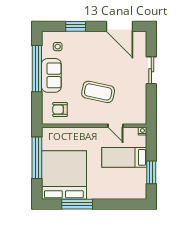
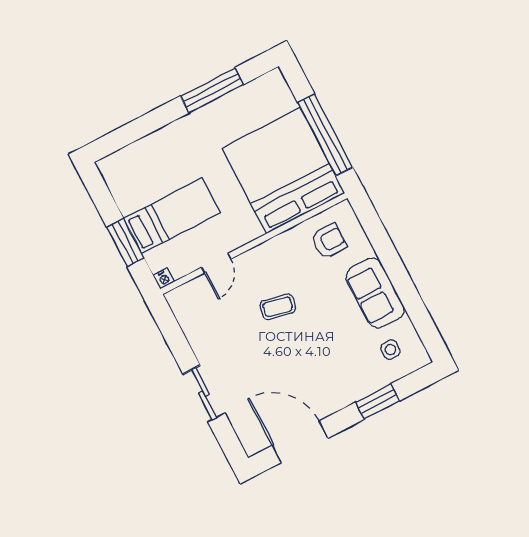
window: (37, 69) -> (407, 292), removed
coffee table: (98, 92) -> (278, 307), width x0.54, depth x0.58
door: (115, 126) -> (216, 263), swing flipped
window: (151, 172) -> (125, 242), moved
bed: (64, 175) -> (283, 171), moved, turned 180

